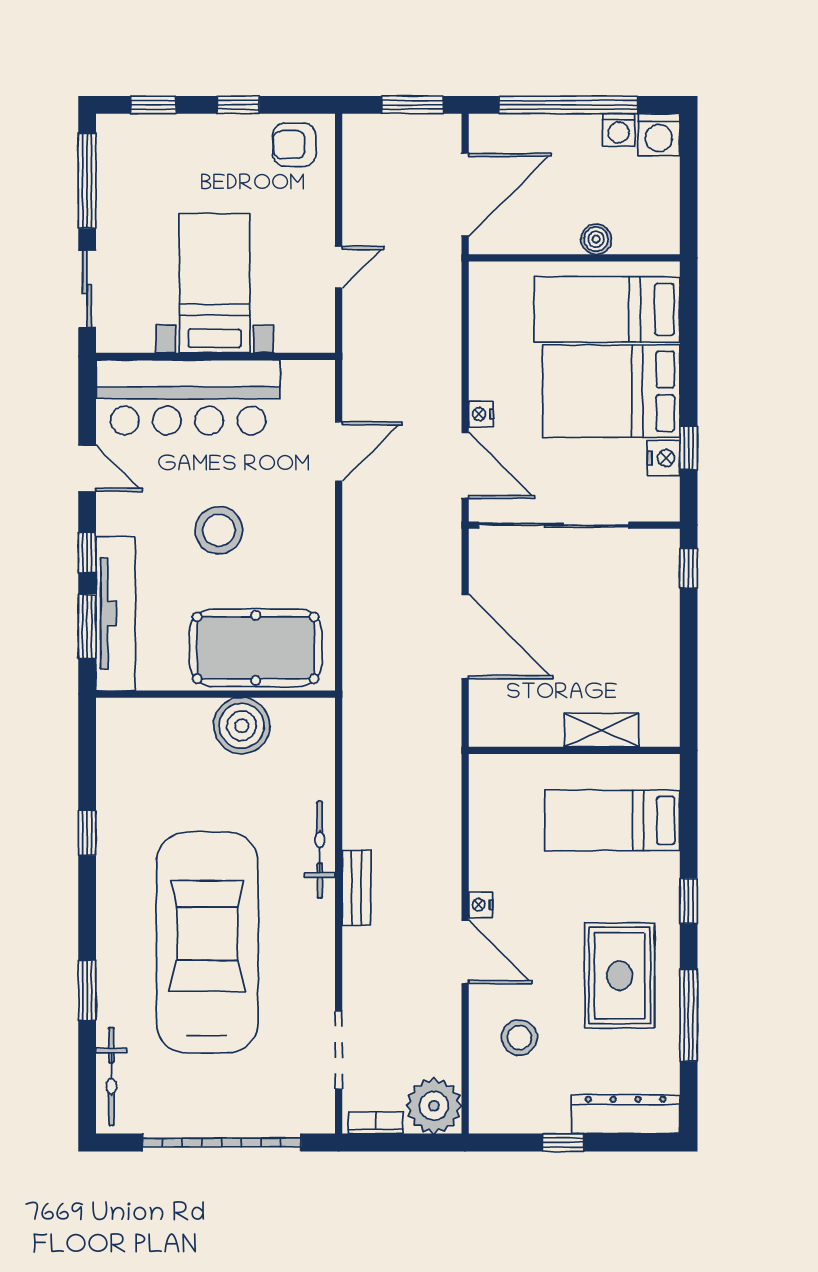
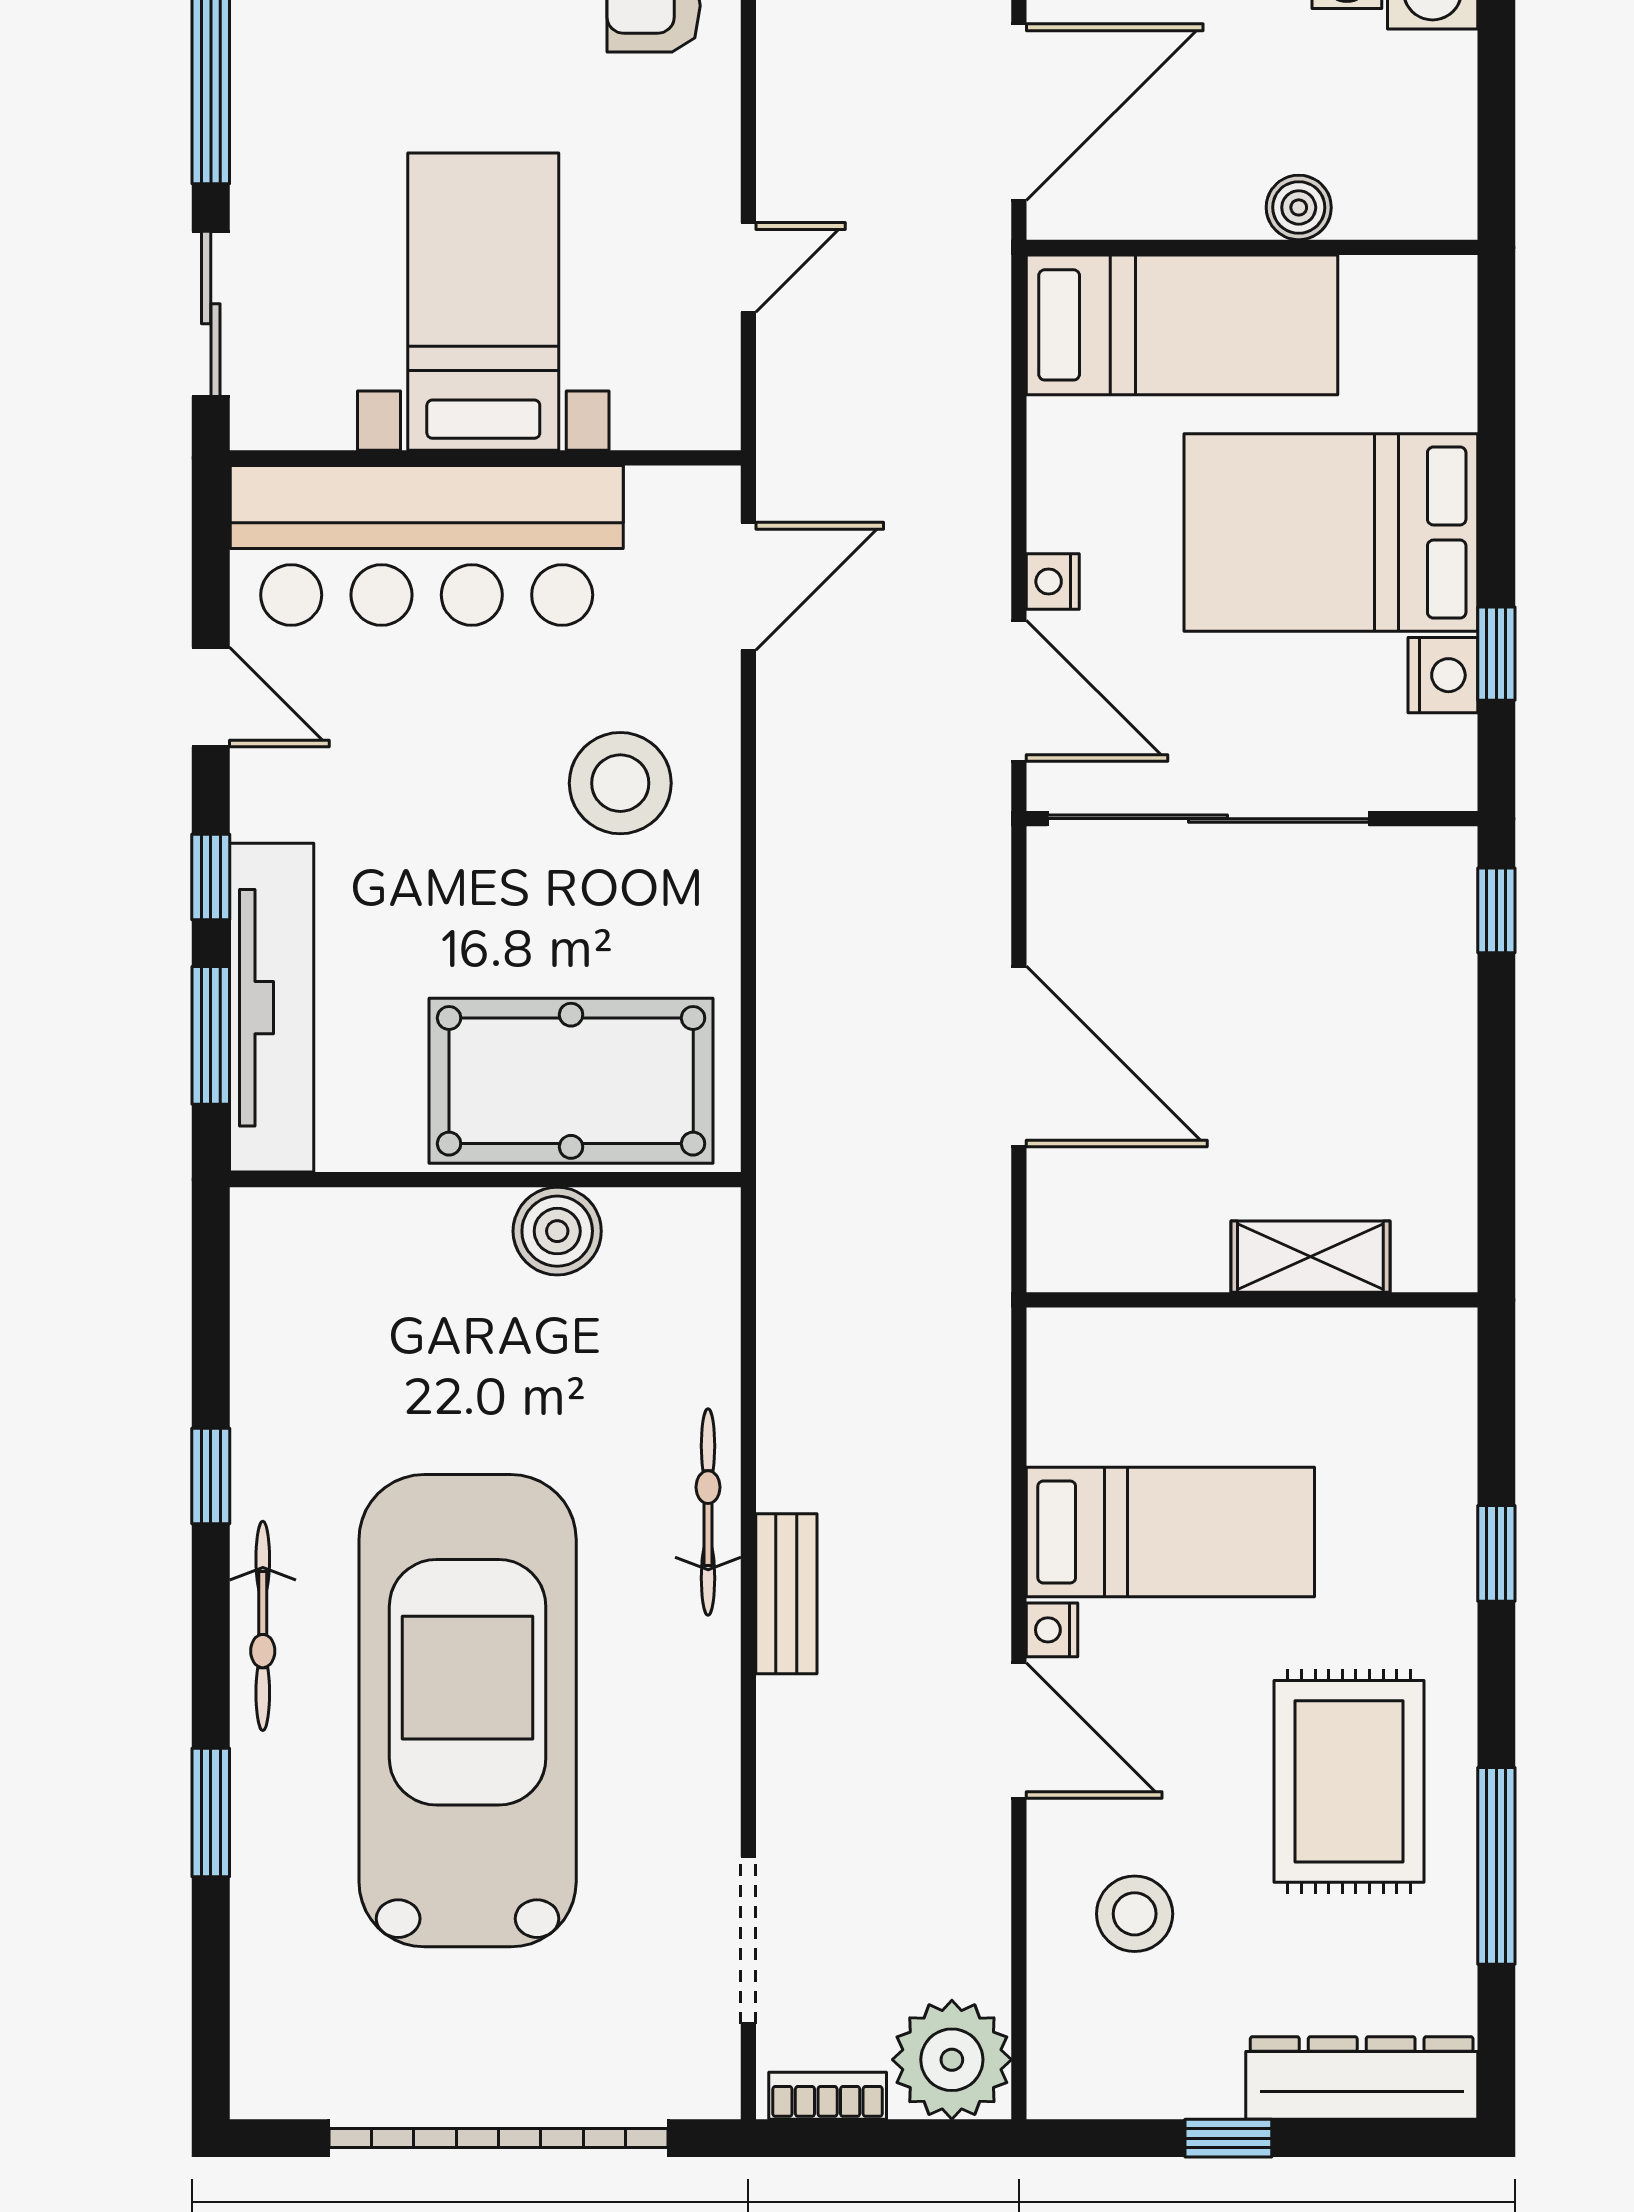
bed: (607, 309) -> (1182, 325), moved, turned 180
door: (339, 451) -> (748, 586), moved
stool: (219, 530) -> (620, 783), moved
boiler: (242, 726) -> (557, 1231), width x0.73, depth x0.73
bed: (612, 820) -> (1170, 1532), moved, turned 180
window: (689, 901) -> (1496, 1553), moved
bicycle: (111, 1077) -> (263, 1626), moved

